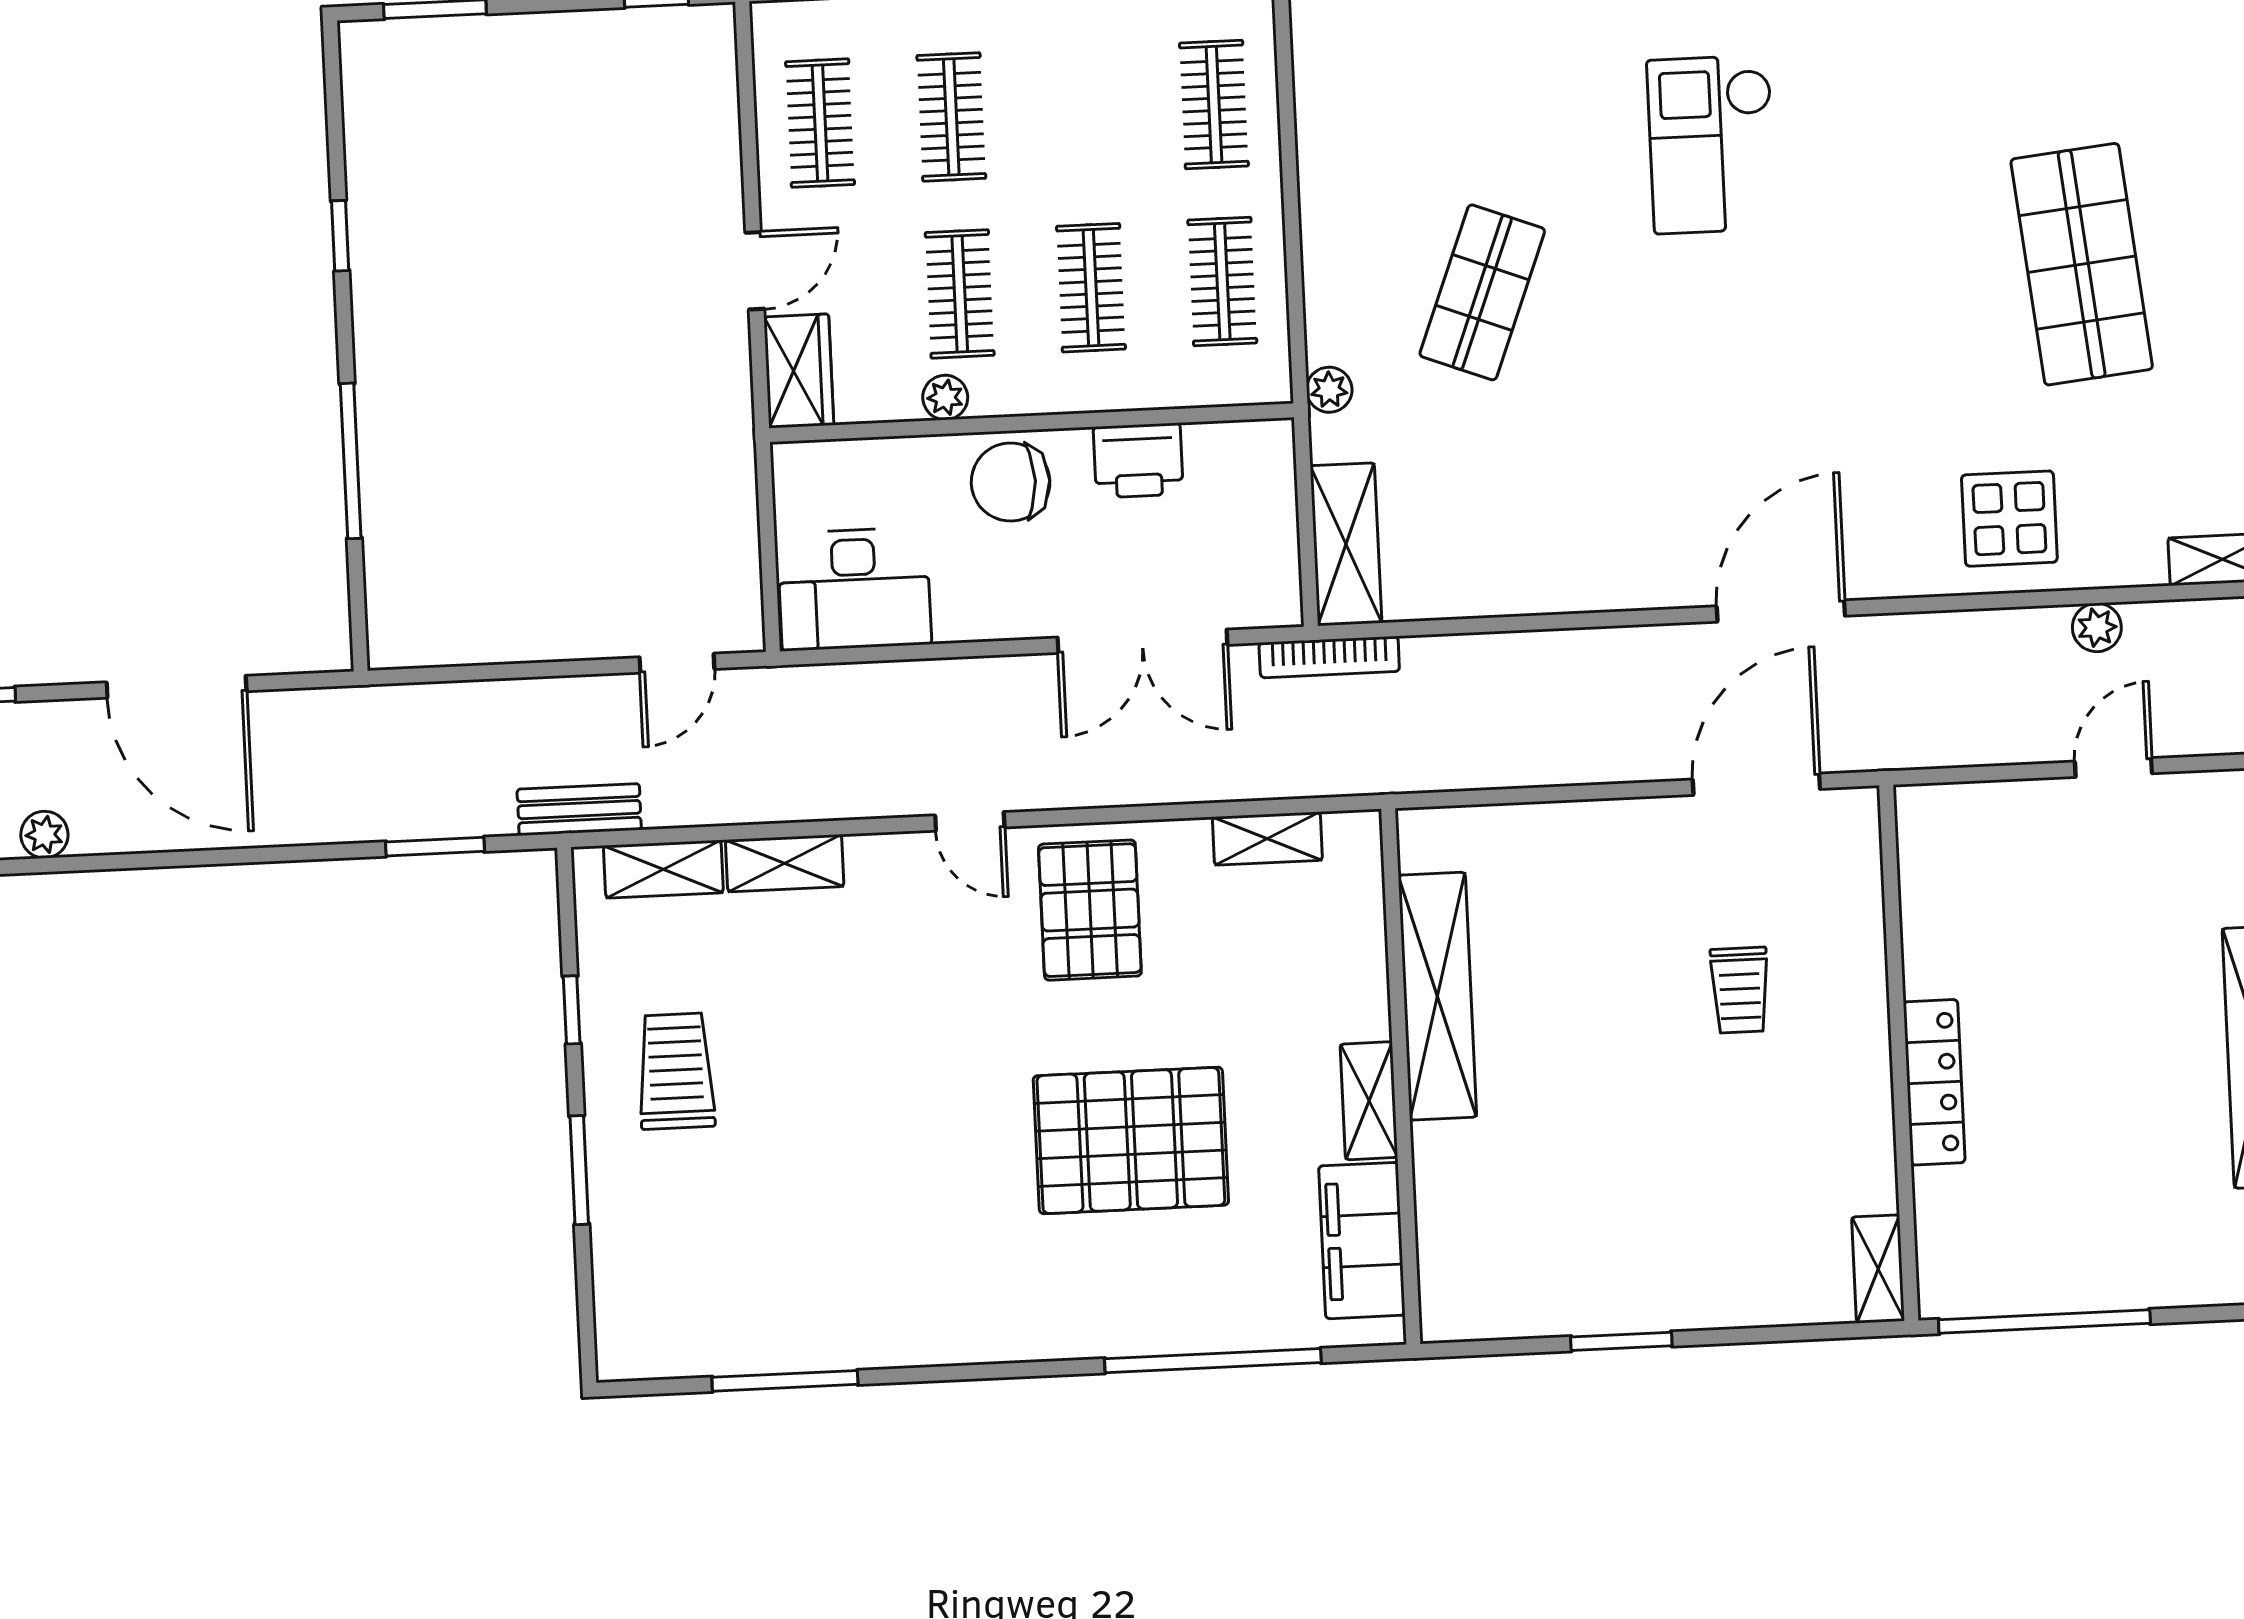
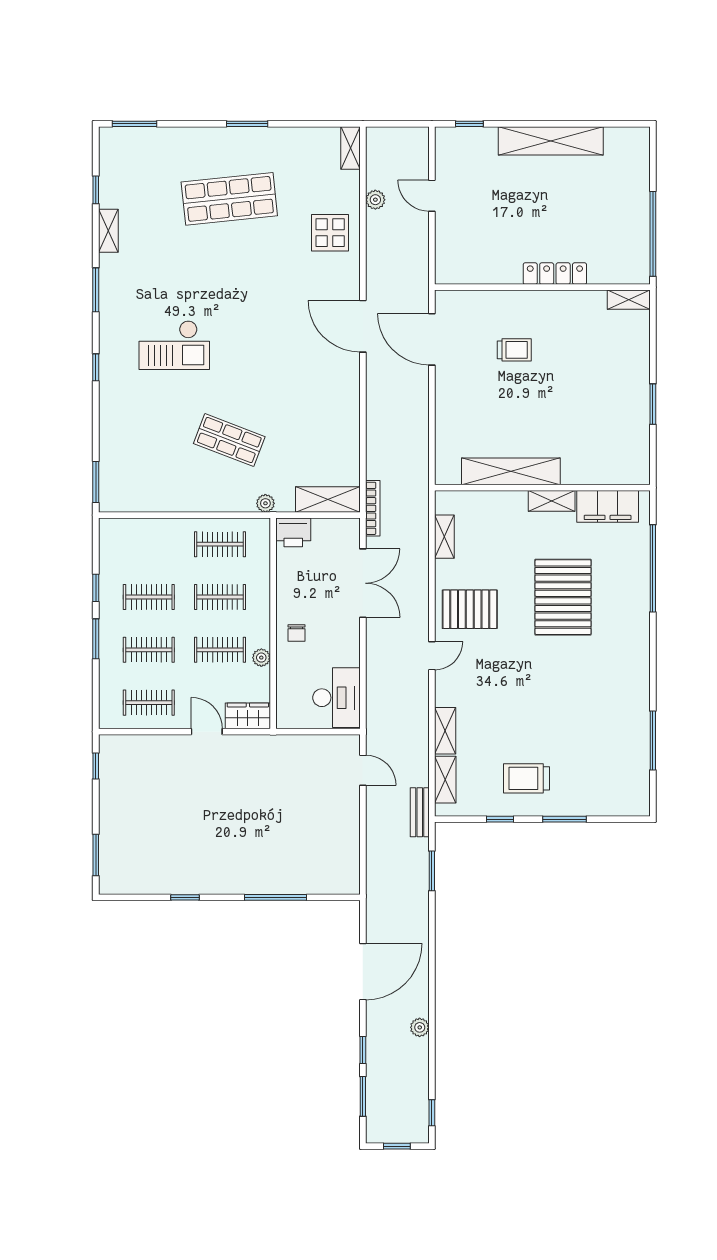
clothes rail: (1214, 105) -> (149, 597), moved
printer: (1138, 460) -> (293, 532), moved, turned 90
chair: (1011, 482) -> (296, 633), width x0.54, depth x0.54

